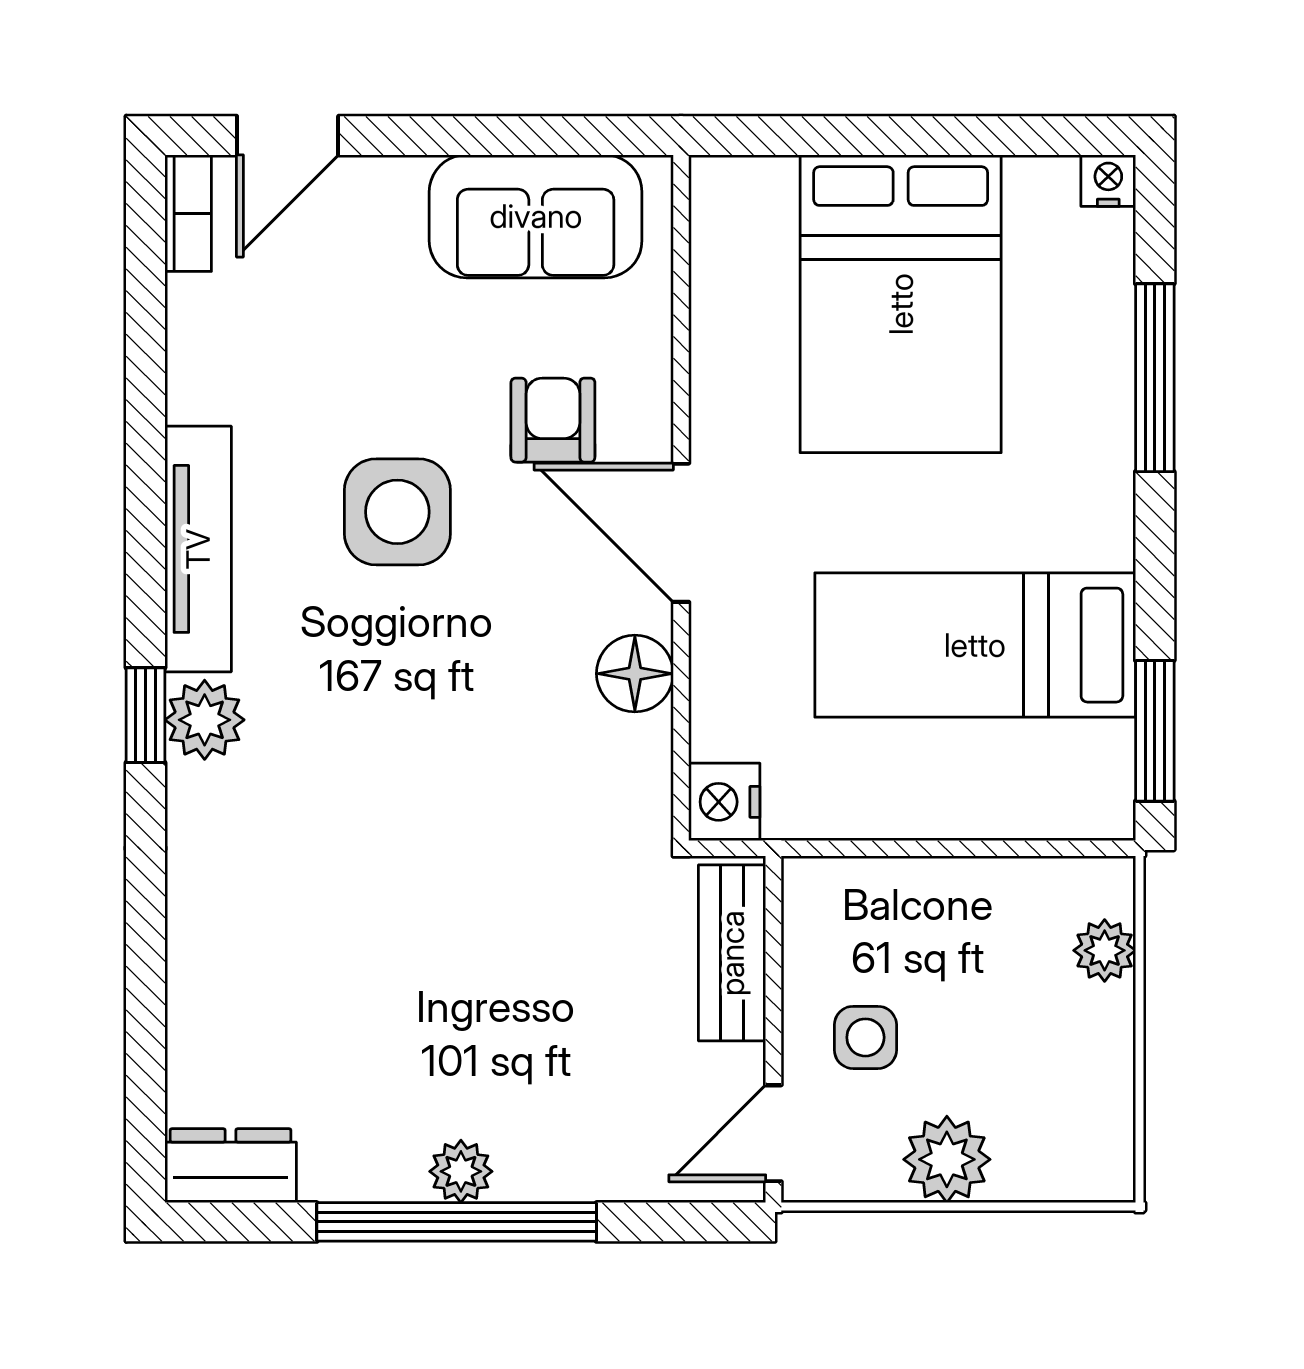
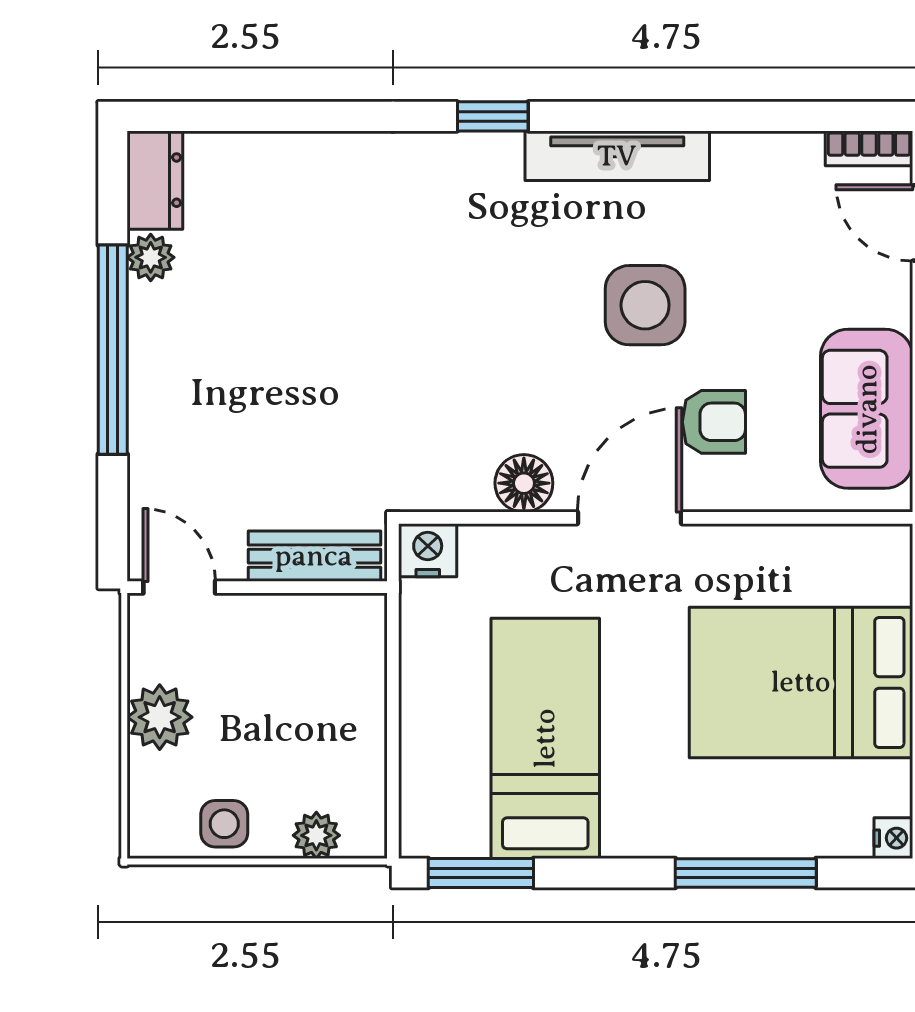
plant: (205, 720) -> (489, 161), removed
side table: (865, 1037) -> (224, 824), moved
plant: (461, 1171) -> (151, 257), moved

